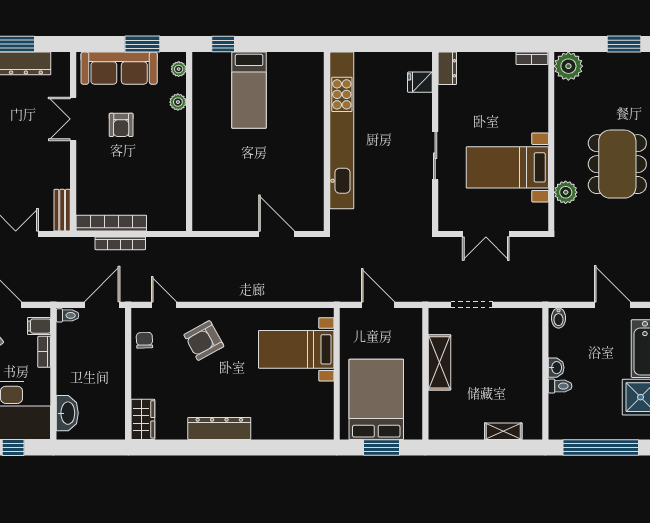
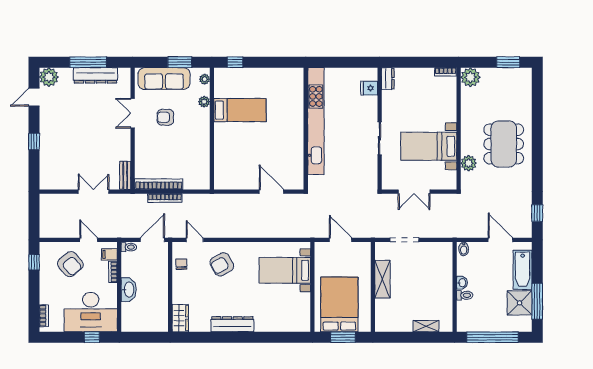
bed: (249, 90) -> (240, 110), moved, turned -90
armchair: (121, 125) -> (165, 117), turned 90
washbasin: (67, 413) -> (129, 290), moved

